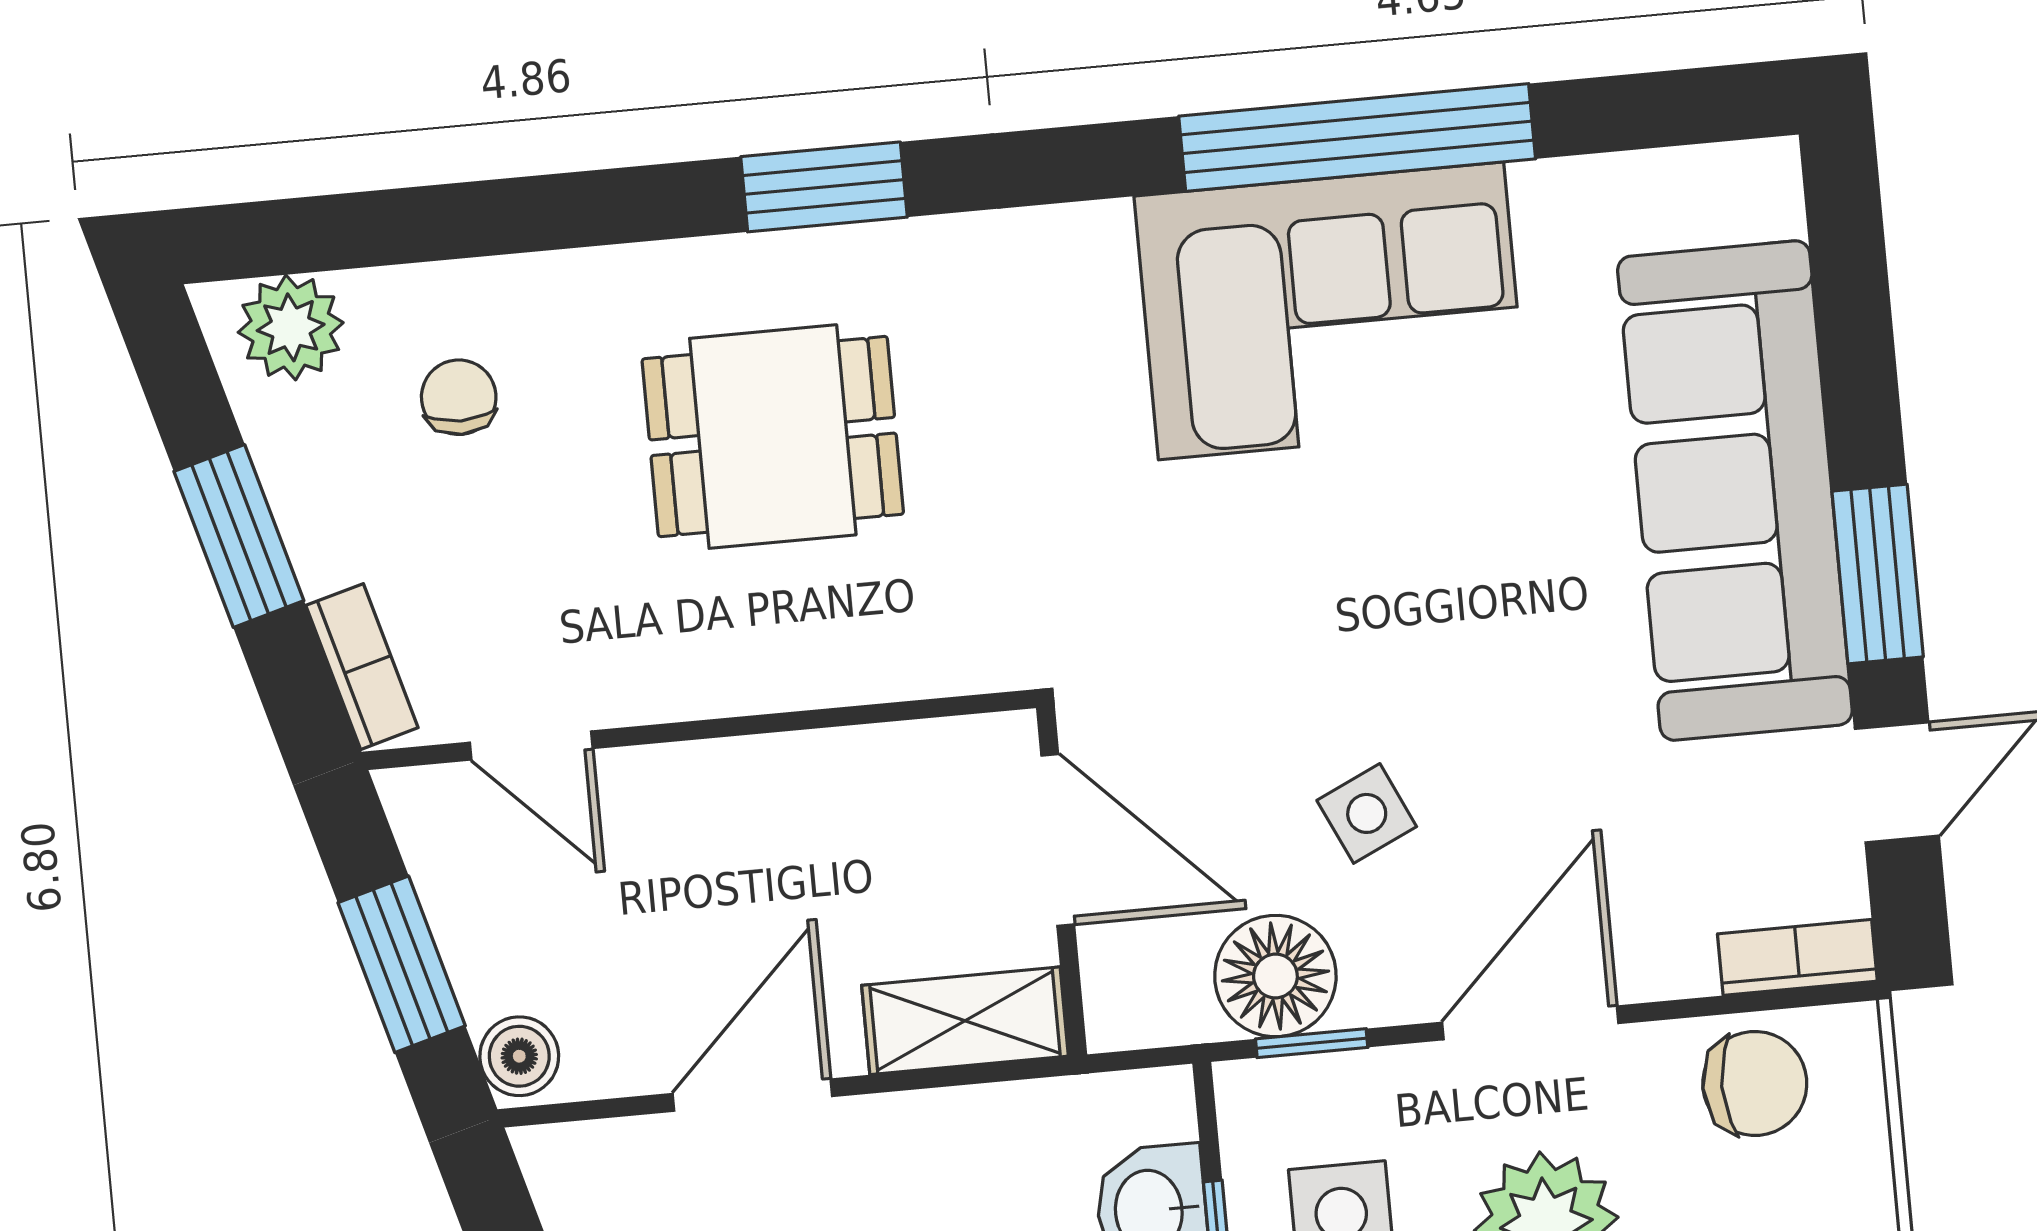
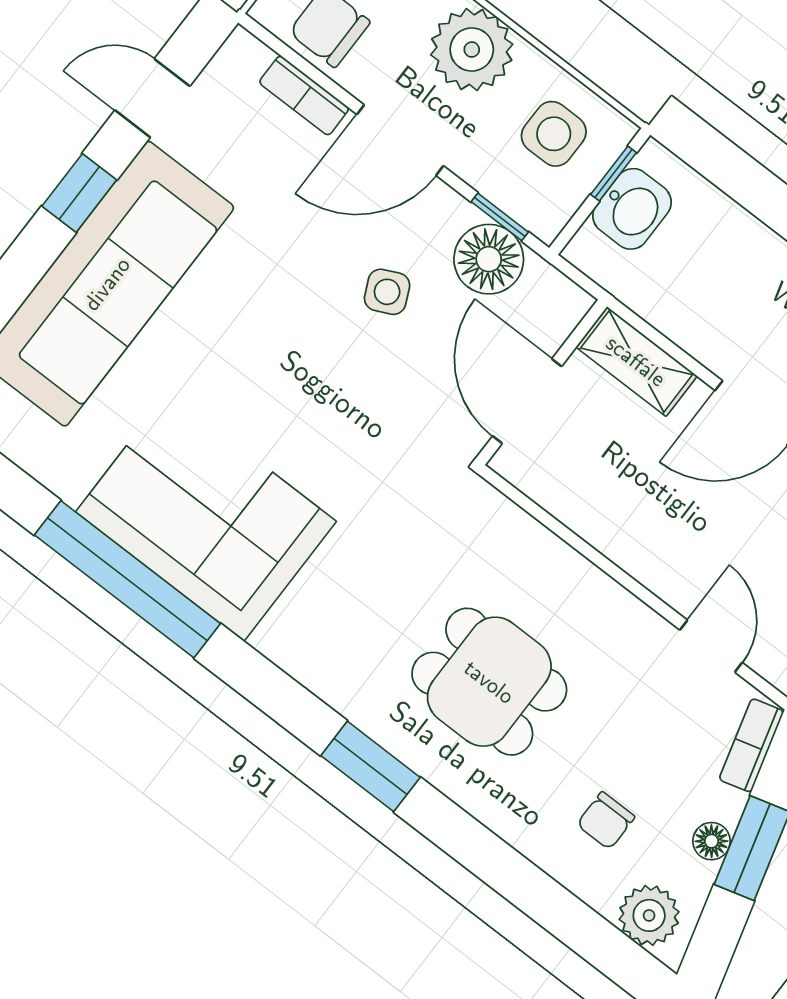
floor lamp: (299, 497) -> (711, 841), added
window: (1878, 574) -> (79, 193), width x0.67
bookcase: (1797, 957) -> (304, 95), moved

